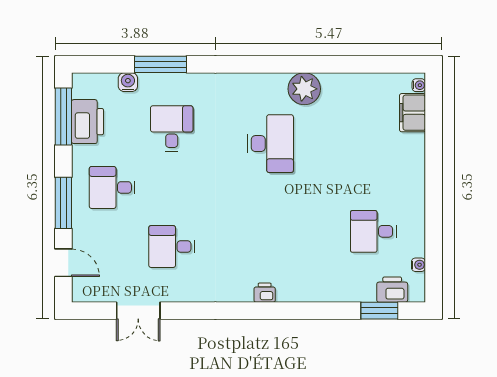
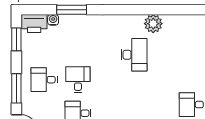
window: (63, 116) -> (16, 39), width x0.69
printer: (87, 122) -> (34, 24), moved, turned 90
desk: (172, 128) -> (78, 80), moved

